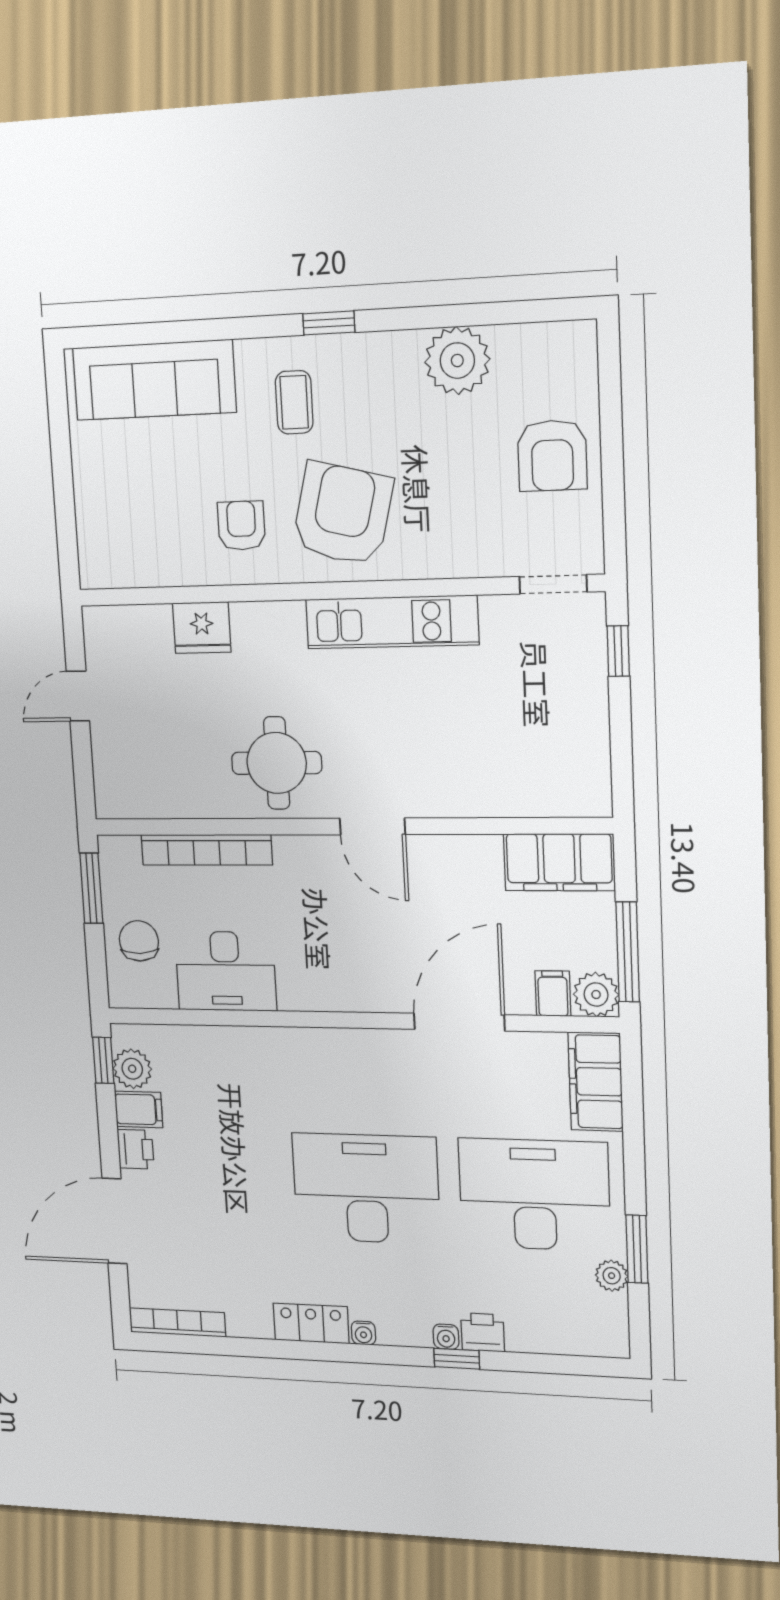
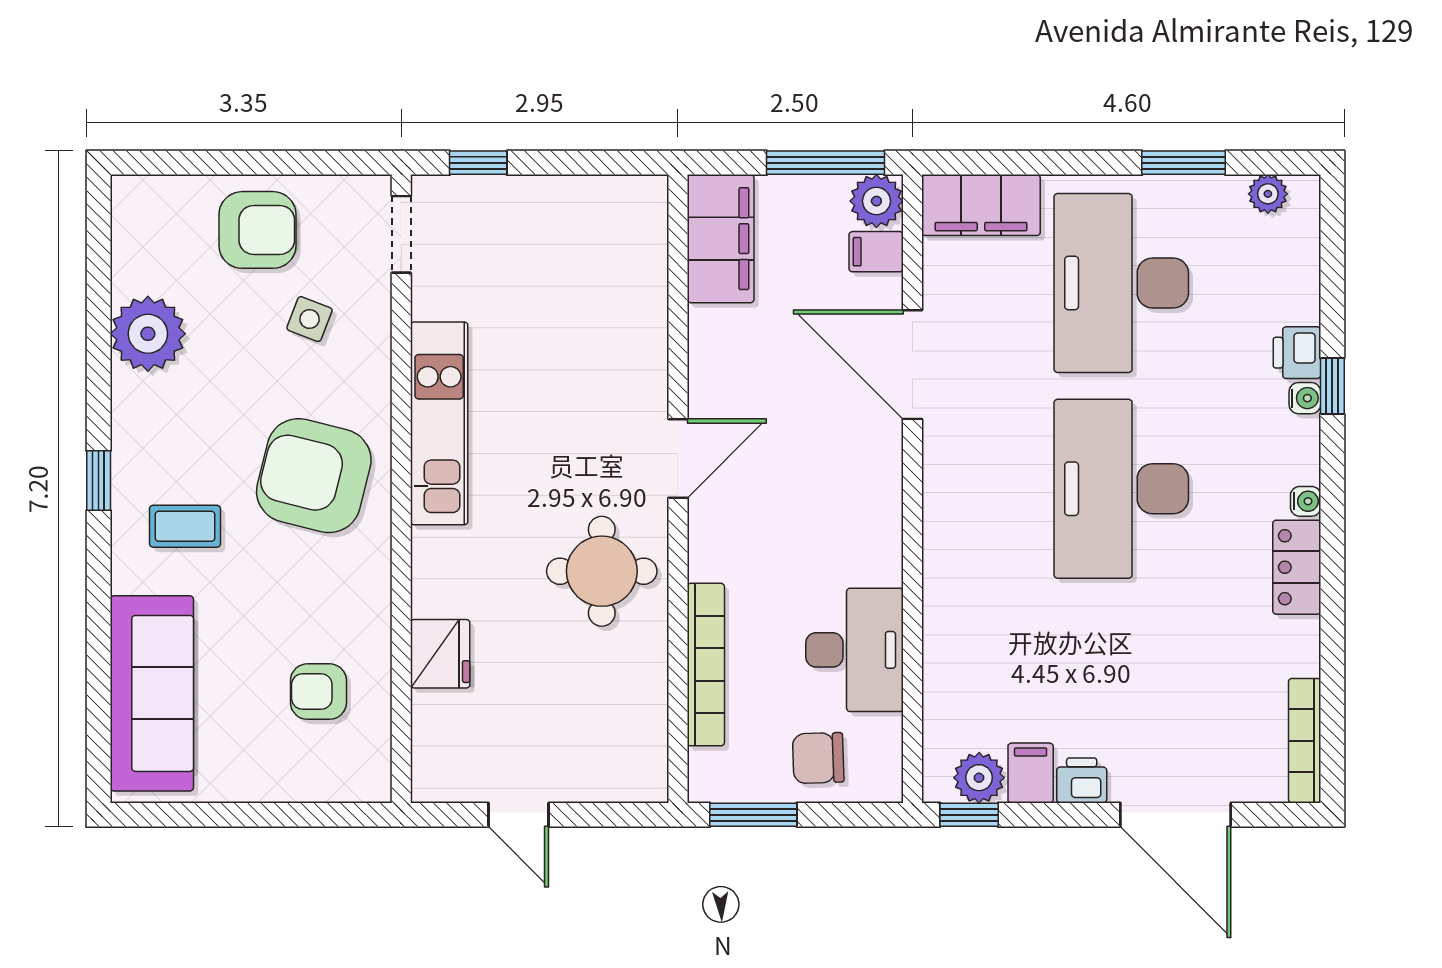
side table: (476, 505) -> (310, 319), added
armchair: (241, 526) -> (318, 692), moved
plant: (612, 1276) -> (1268, 194), moved

